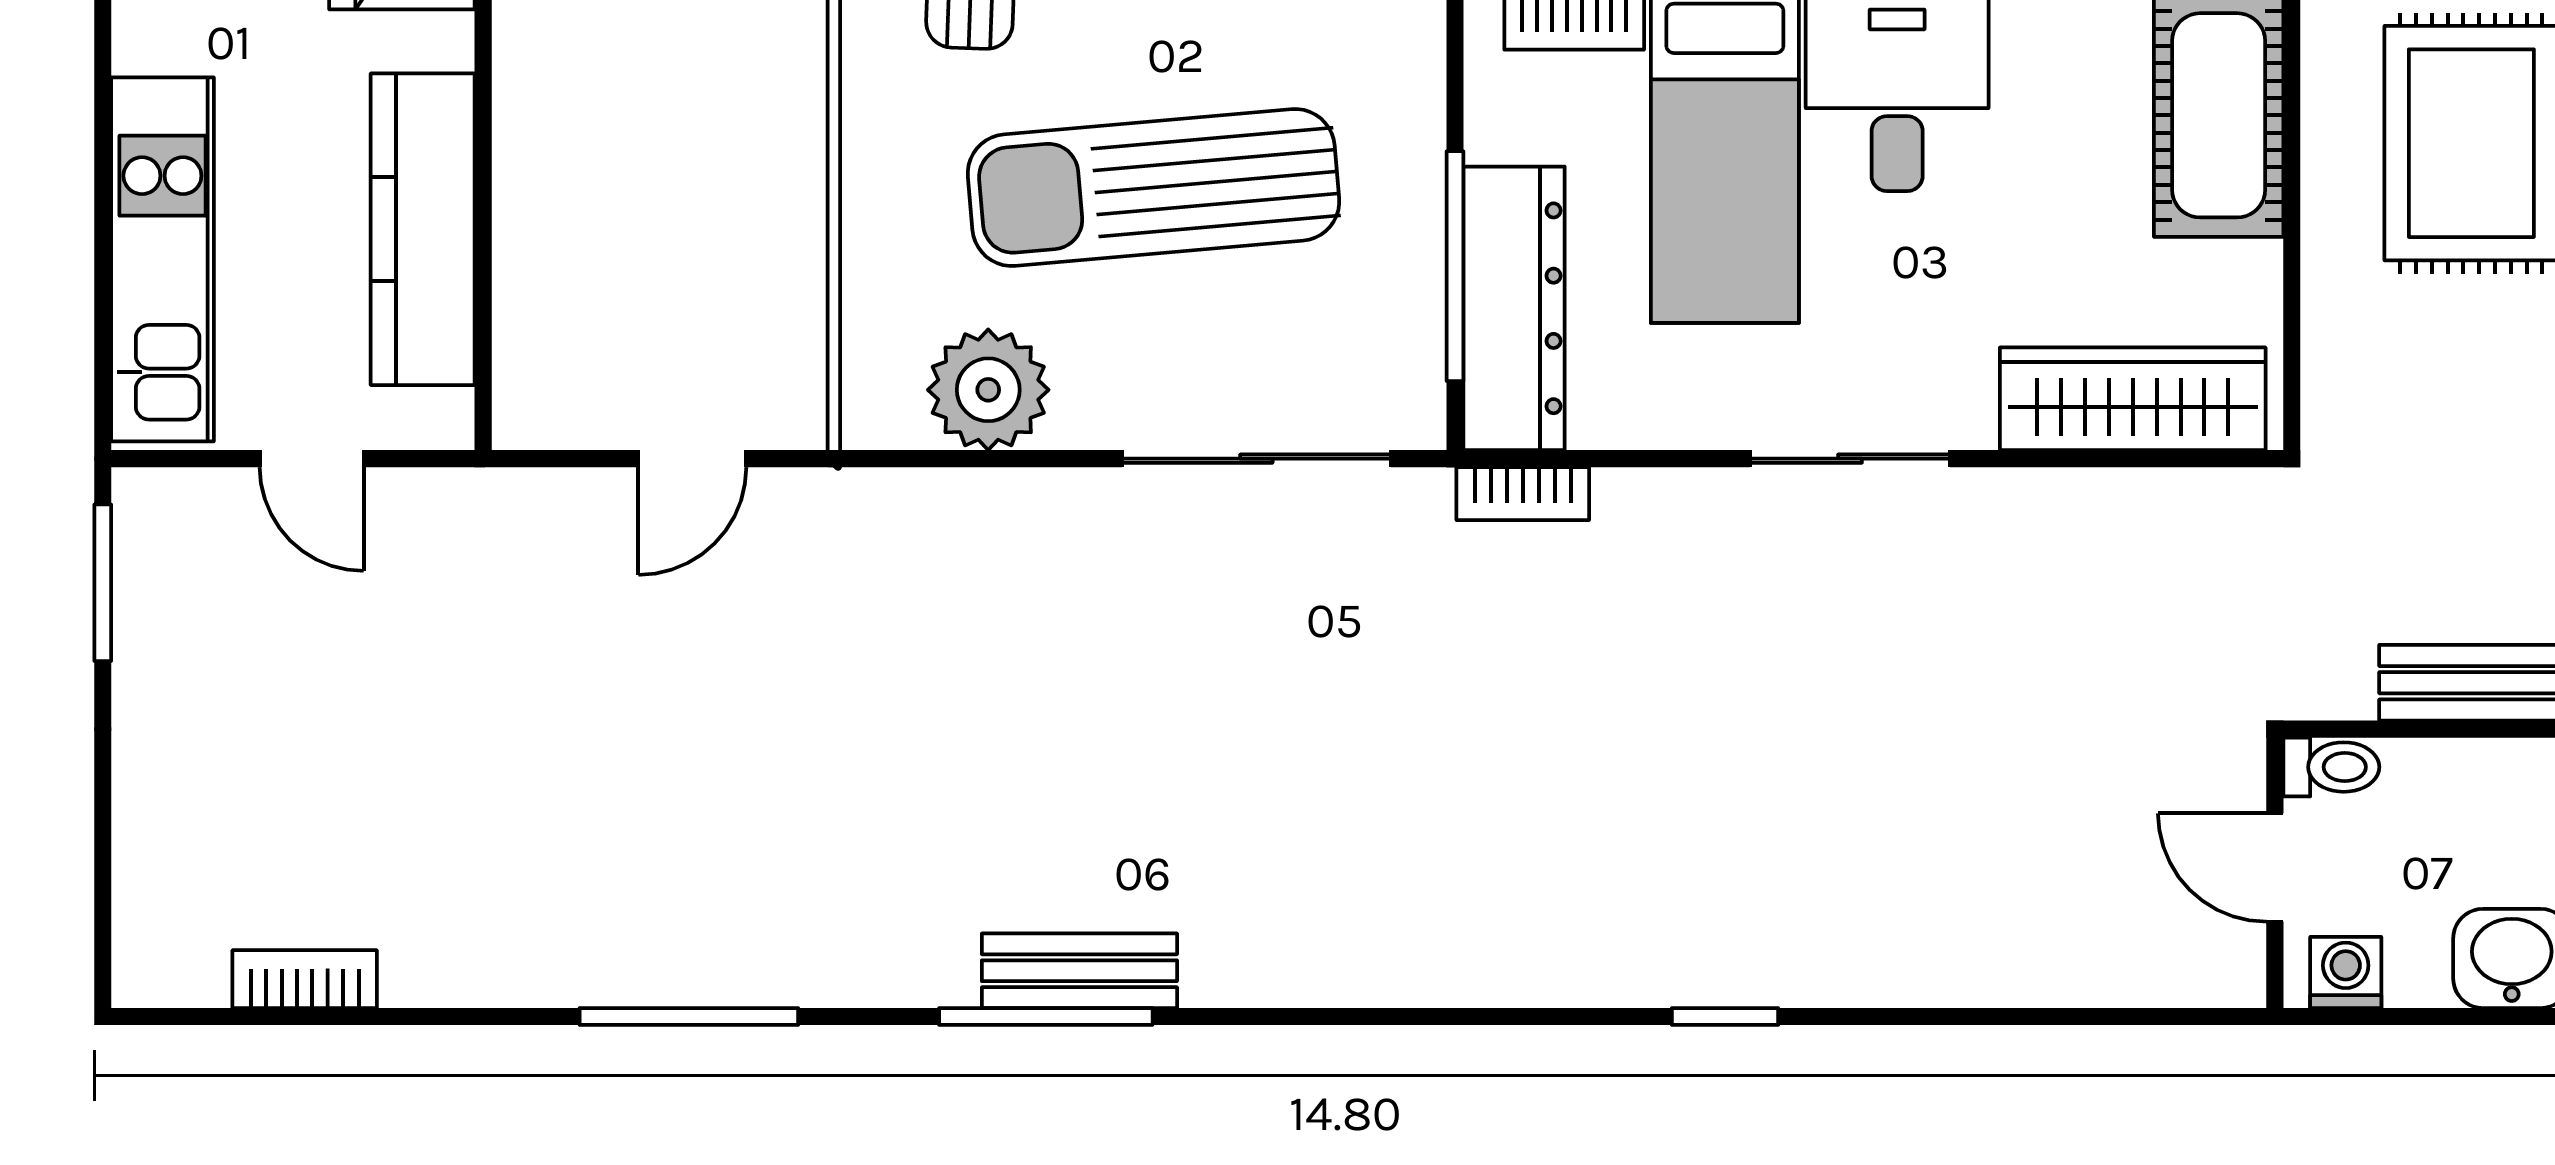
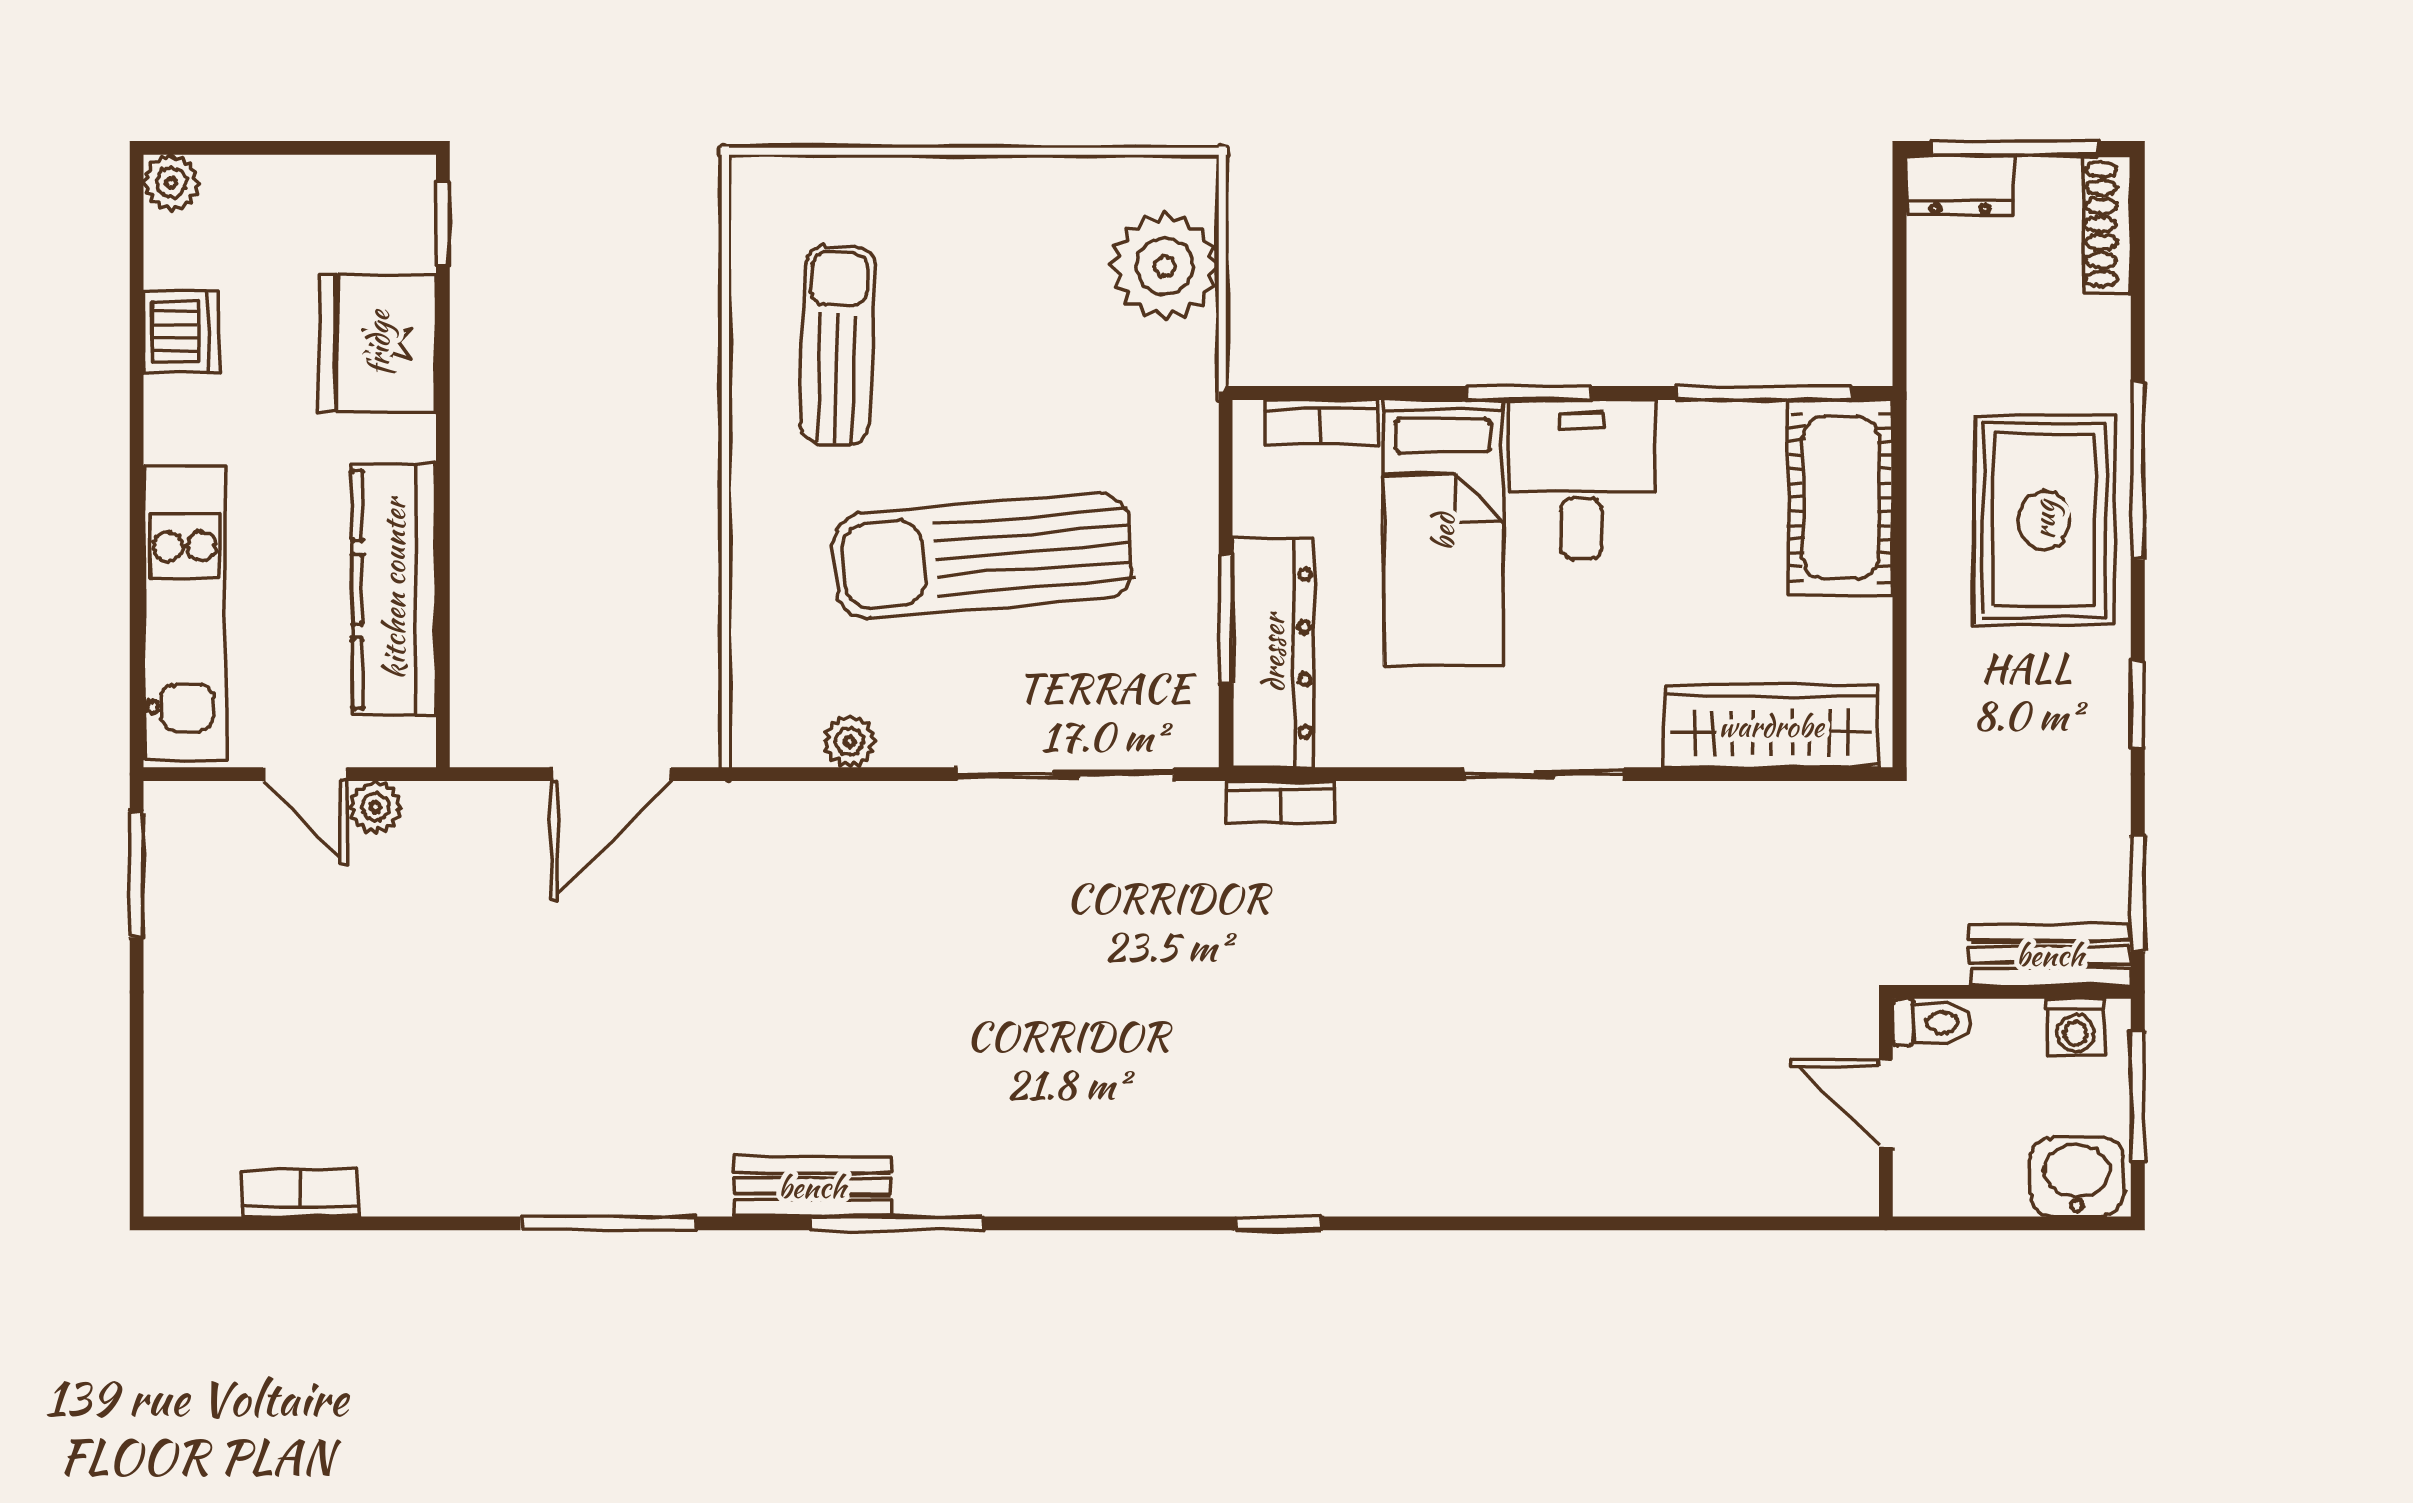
window: (1455, 266) -> (1226, 619), width x0.69
plant: (988, 390) -> (850, 741), width x0.53, depth x0.53
door: (692, 459) -> (611, 774), width x1.38
plant: (399, 500) -> (375, 807), added
bench: (1079, 971) -> (812, 1187), moved
washing machine: (2346, 972) -> (2076, 1027), moved, turned 180
window: (1725, 1016) -> (1278, 1223), moved

